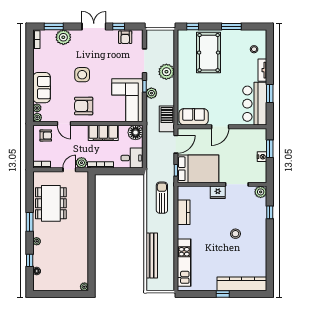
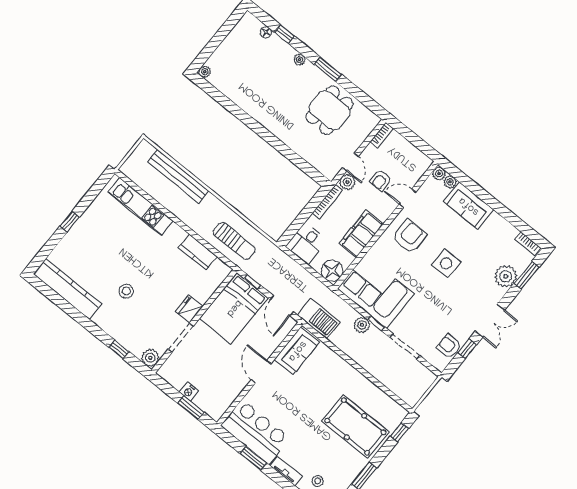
plant: (166, 72) -> (372, 361), removed
armchair: (46, 136) -> (381, 180), moved
dining table: (51, 203) -> (329, 110), width x0.73
kitchen counter: (242, 284) -> (67, 289), moved, turned -90

